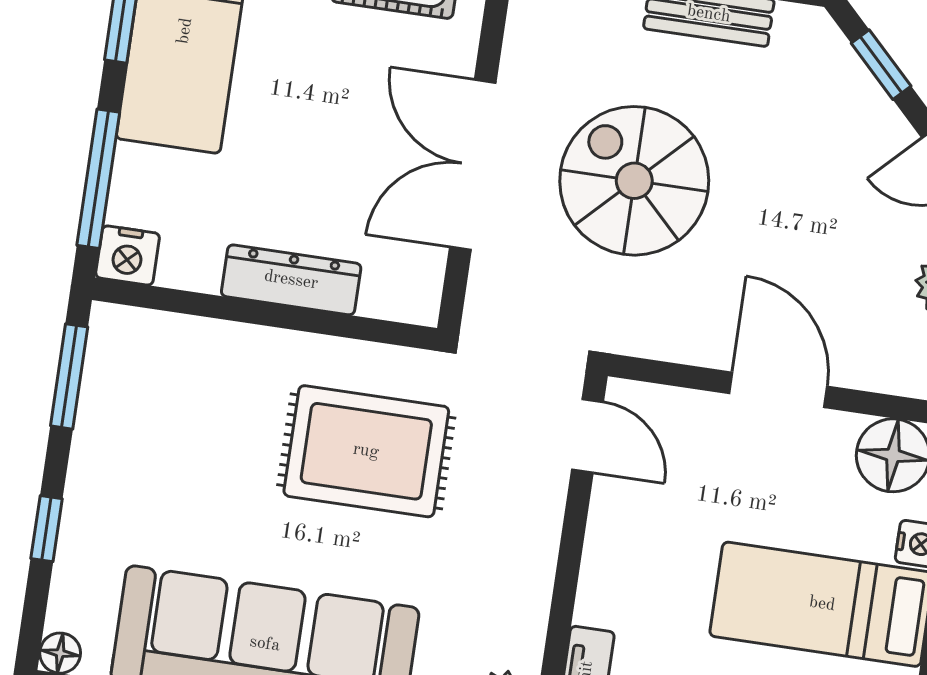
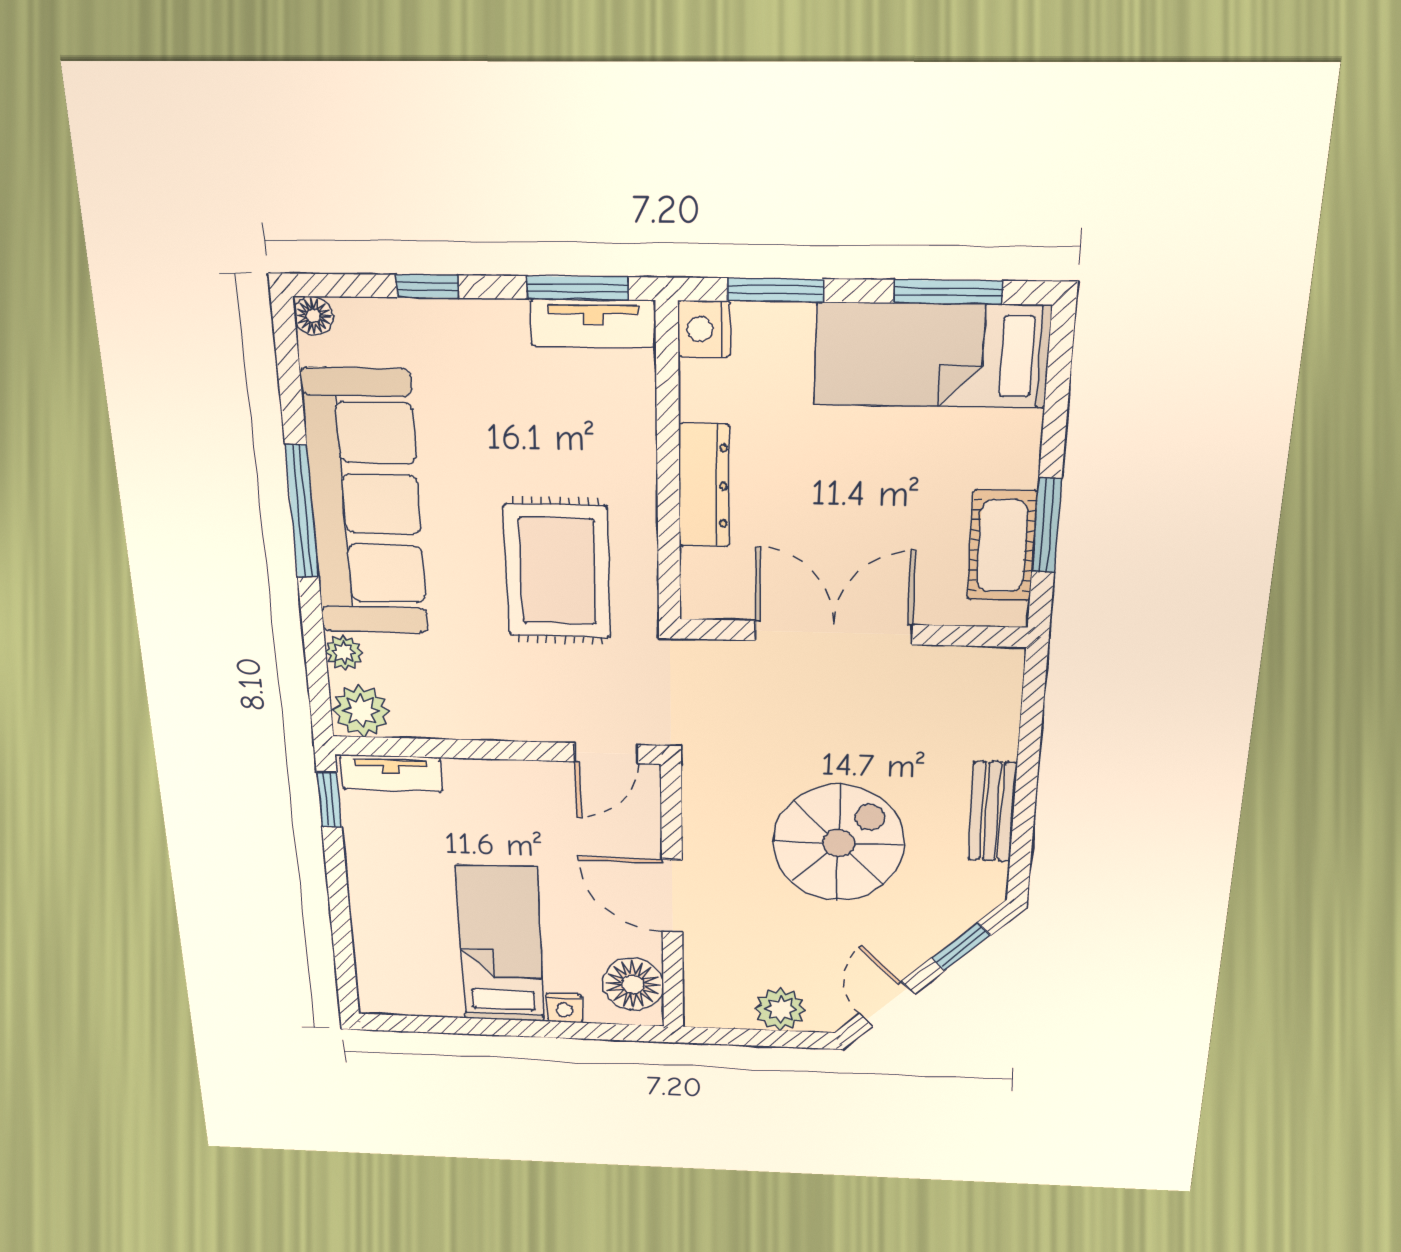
window: (98, 179) -> (775, 290), width x0.69
spiral stairs: (634, 181) -> (839, 843), moved
tv unit: (107, 367) -> (593, 323), added
door: (778, 390) -> (672, 896), swing flipped

